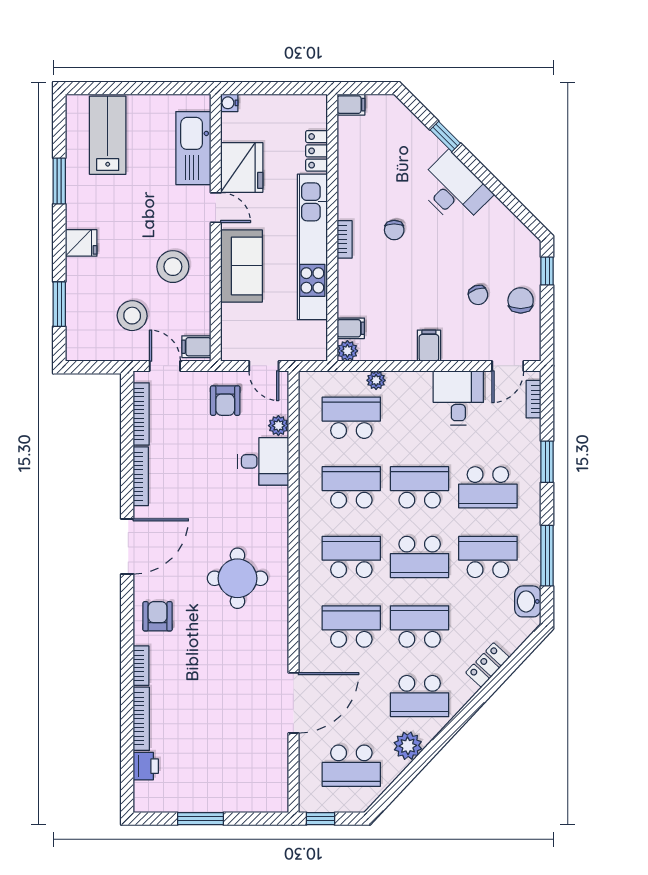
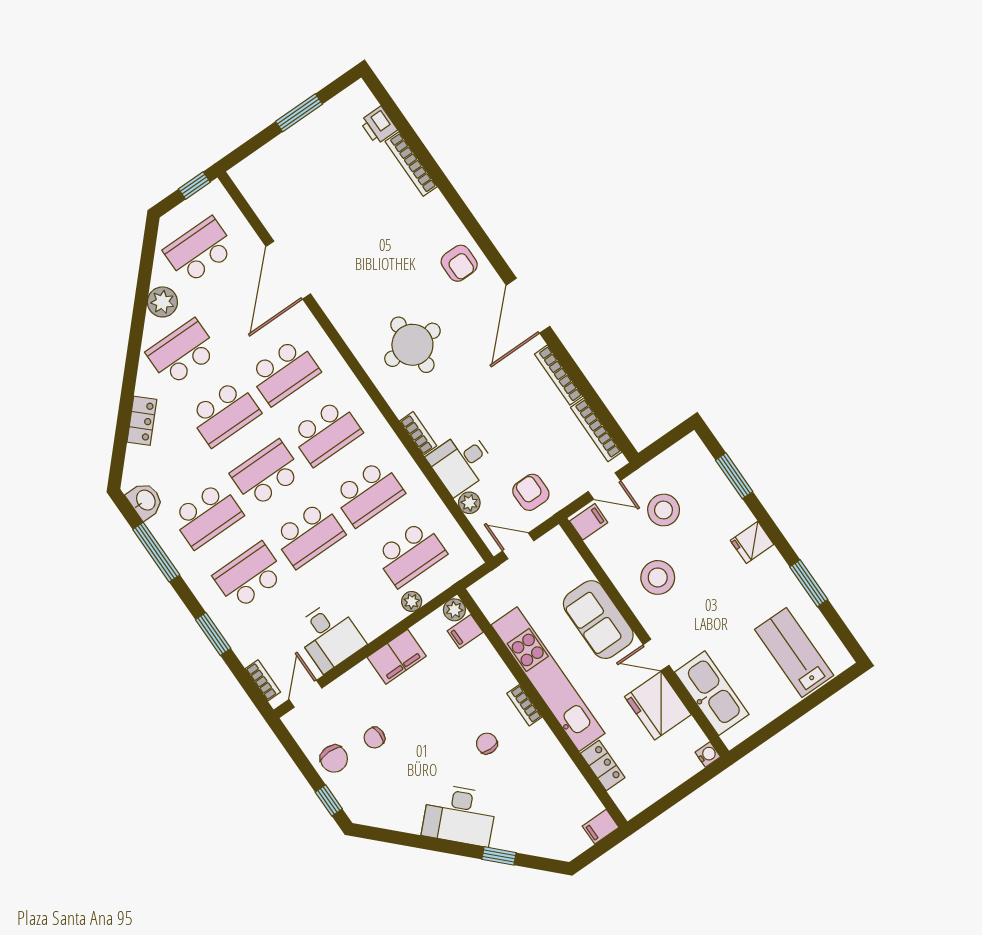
lab bench: (108, 135) -> (794, 652), turned 180
chair: (478, 295) -> (374, 738), turned -71
filing cabinet: (429, 346) -> (397, 657), width x2.00
bookcase: (141, 666) -> (418, 433), moved, turned 180

